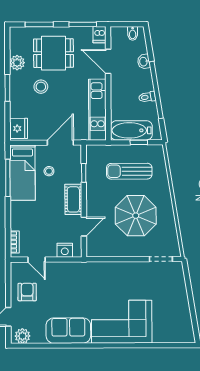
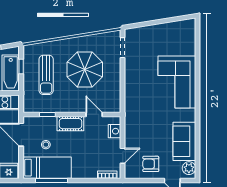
sofa: (68, 331) -> (184, 141), moved

